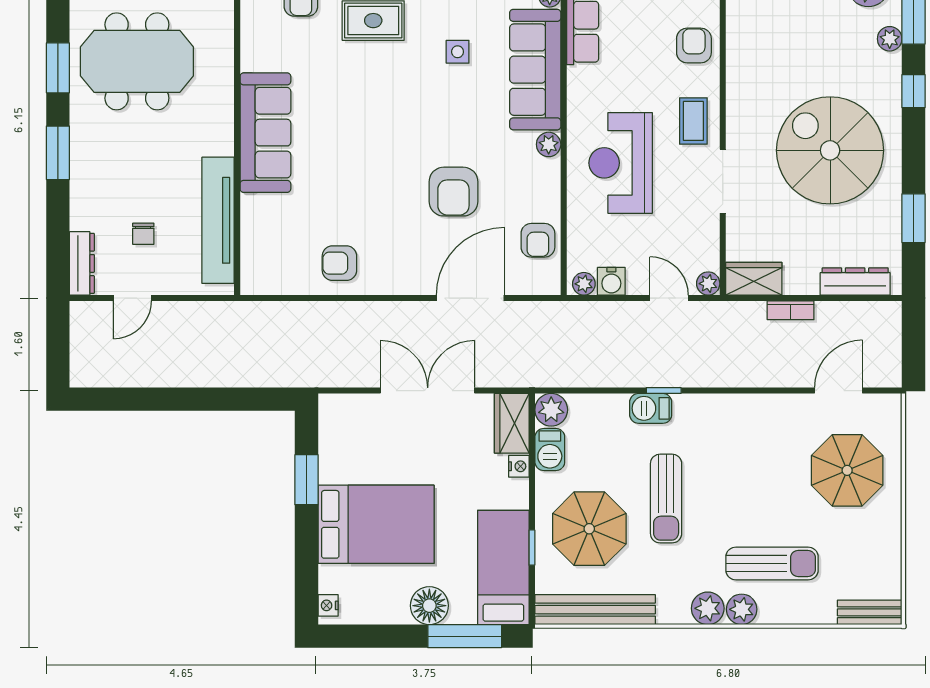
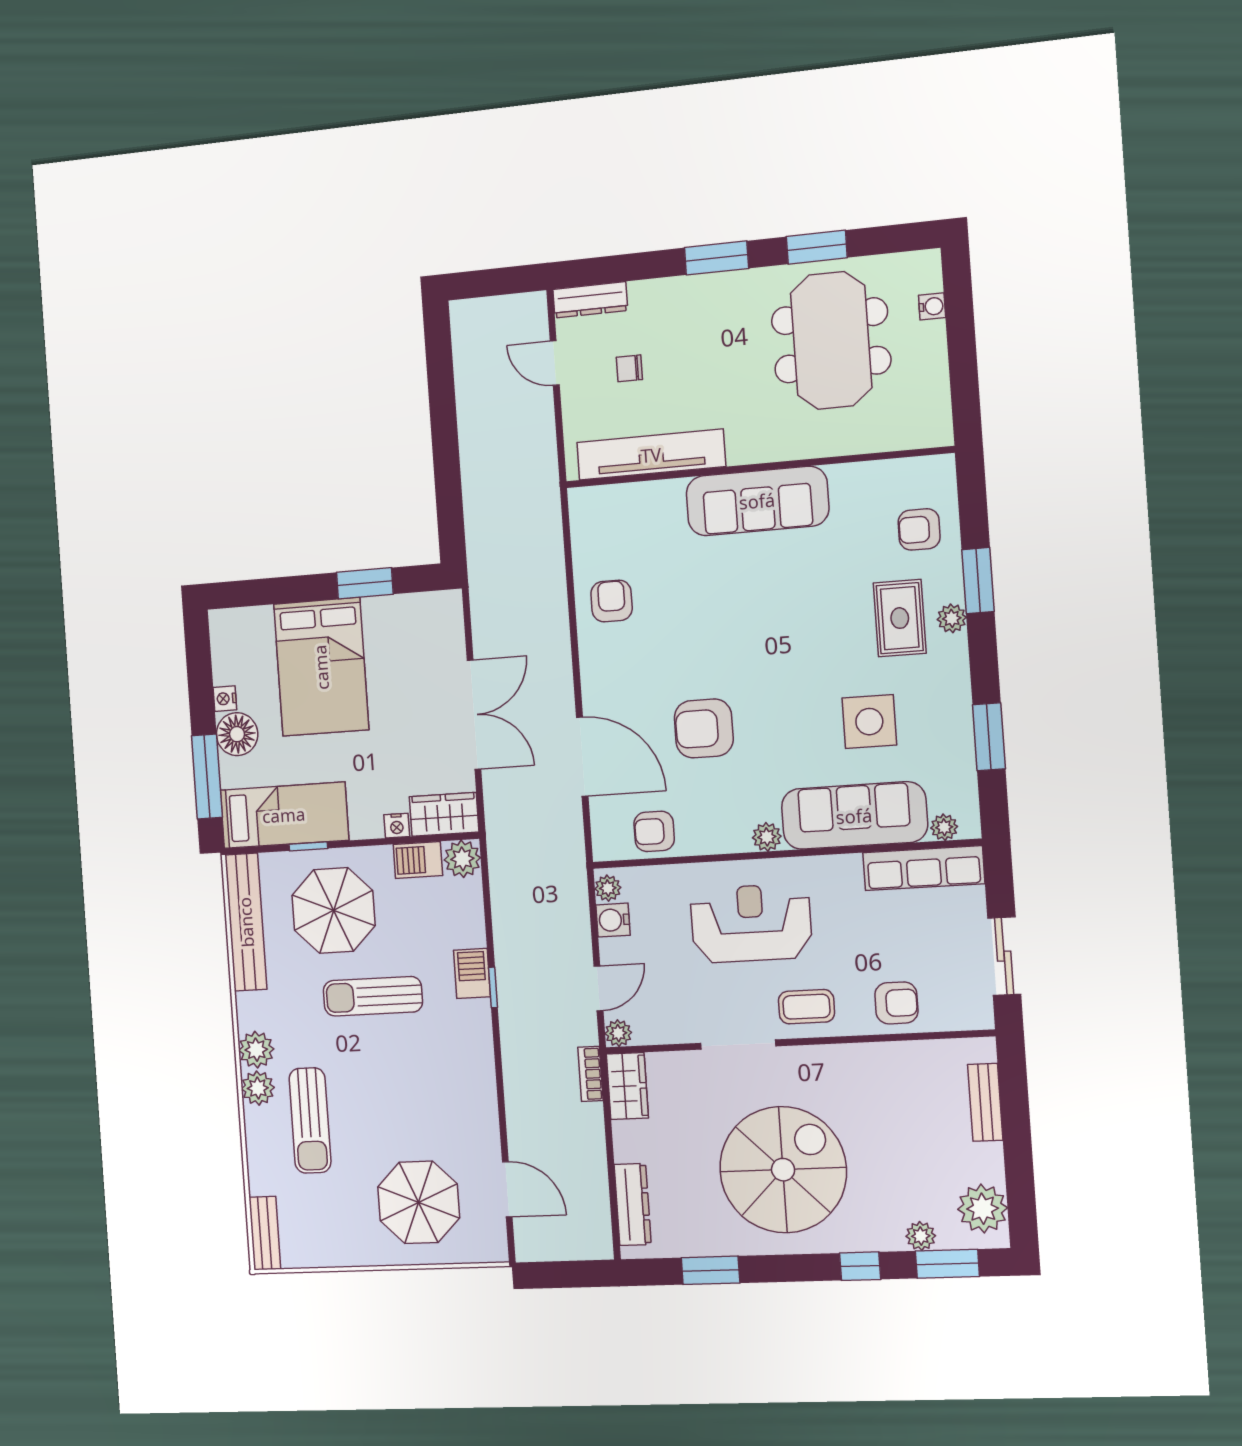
side table: (458, 52) -> (869, 722), width x1.87, depth x1.87
bookcase: (791, 310) -> (590, 1074), moved
nightstand: (328, 605) -> (225, 699), moved, turned -90

